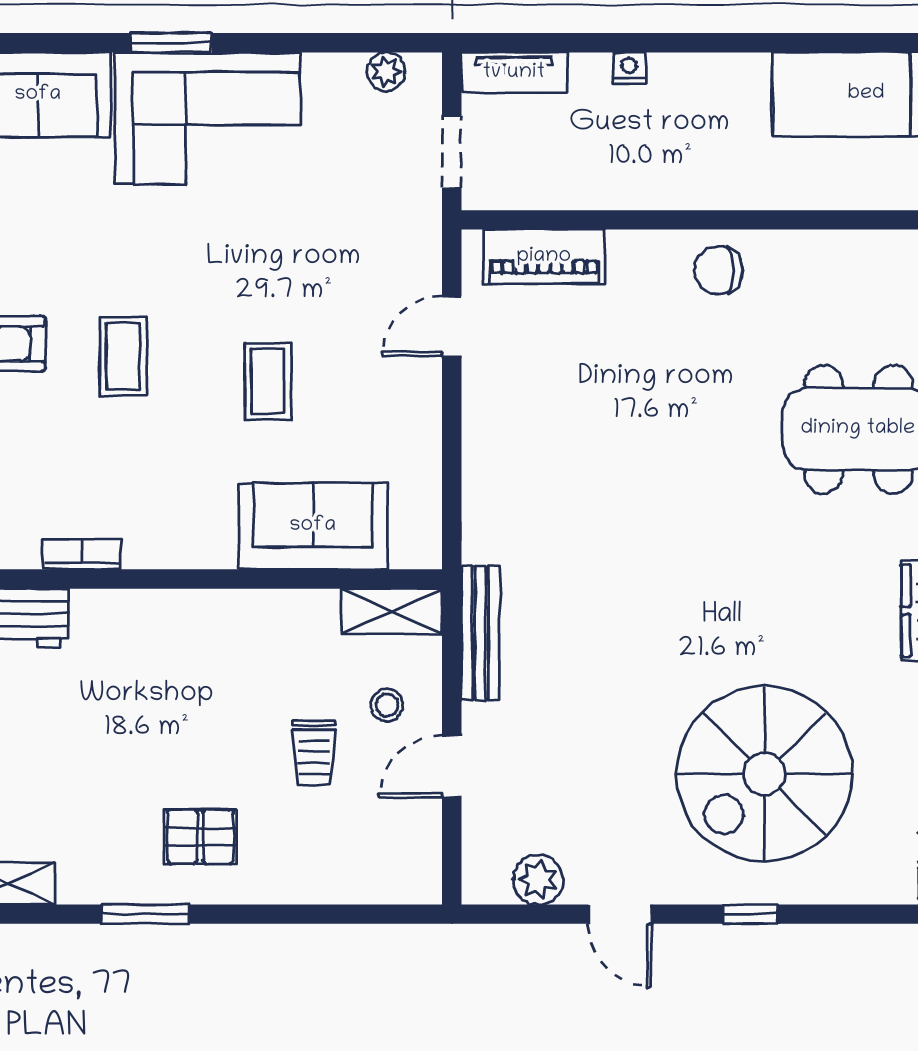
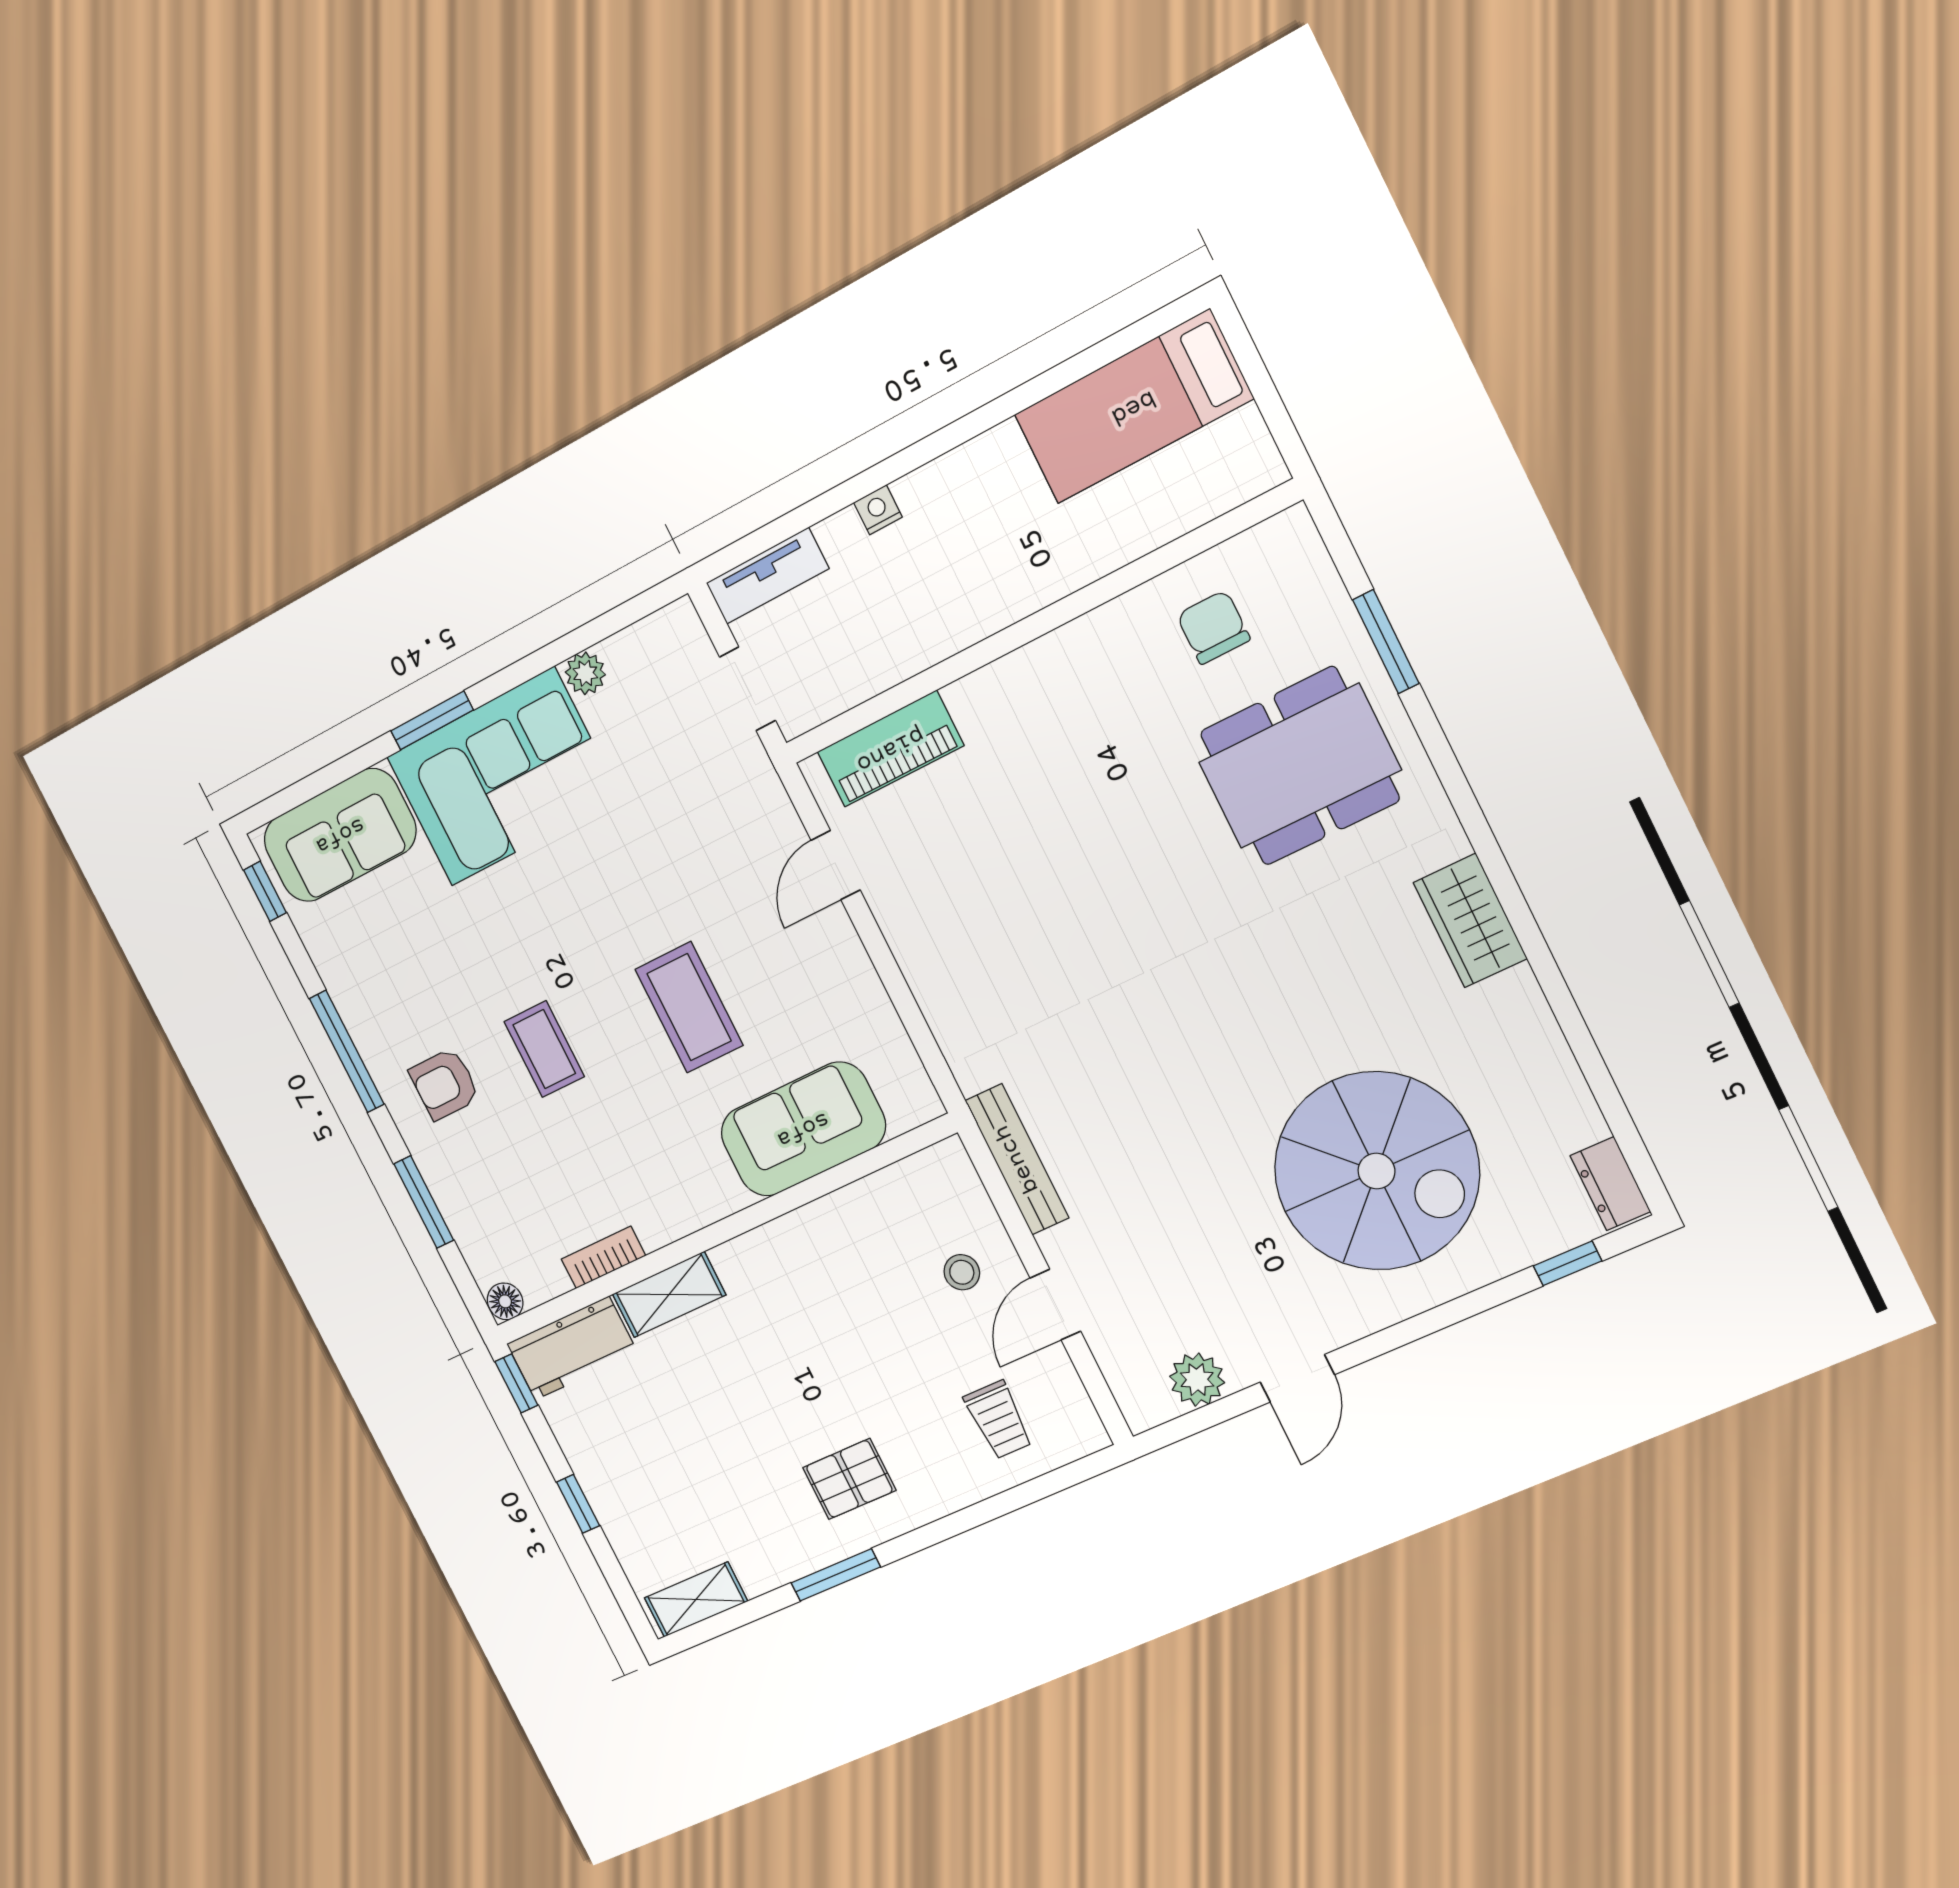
plant: (386, 72) -> (585, 673), moved
chair: (718, 270) -> (1213, 627), moved, turned 90
coffee table: (268, 381) -> (689, 1007), width x1.36, depth x1.30
shelving: (392, 611) -> (669, 1295), moved
trolley: (314, 753) -> (999, 1420), moved
spiral stairs: (764, 774) -> (1377, 1171), turned -90
door: (620, 914) -> (1297, 1378), hinge flipped
window: (750, 914) -> (1567, 1263), moved

